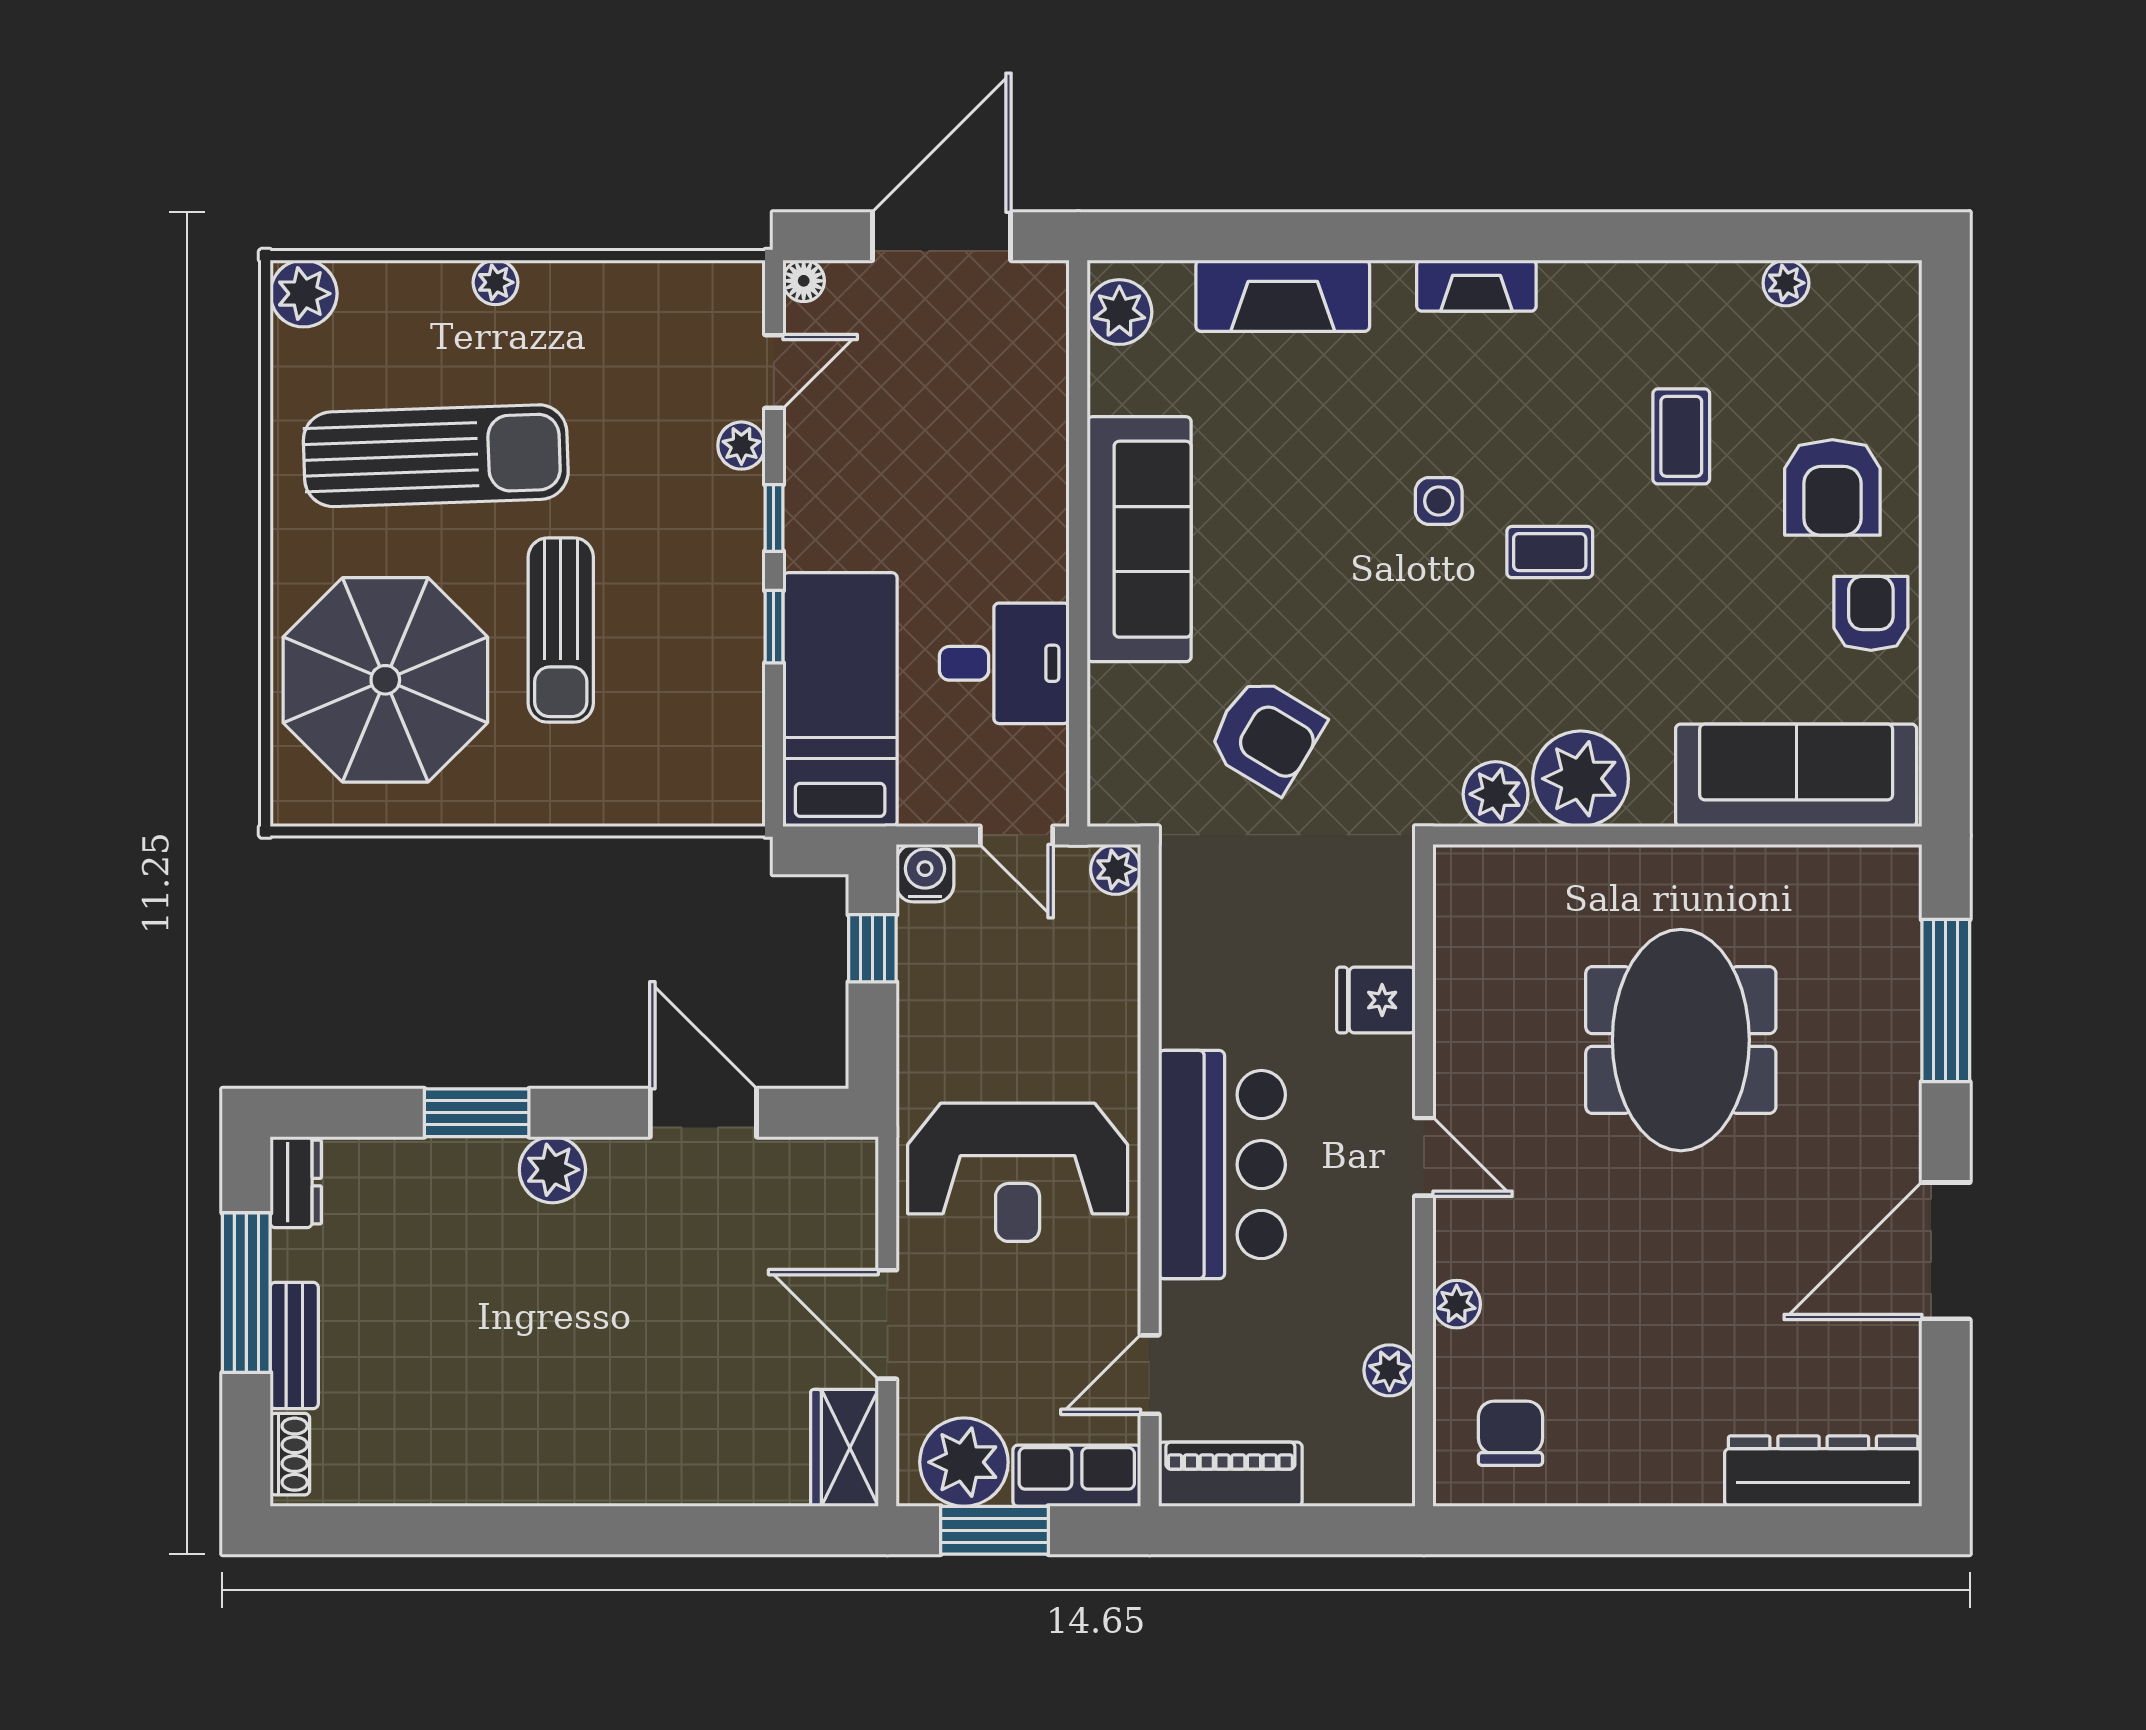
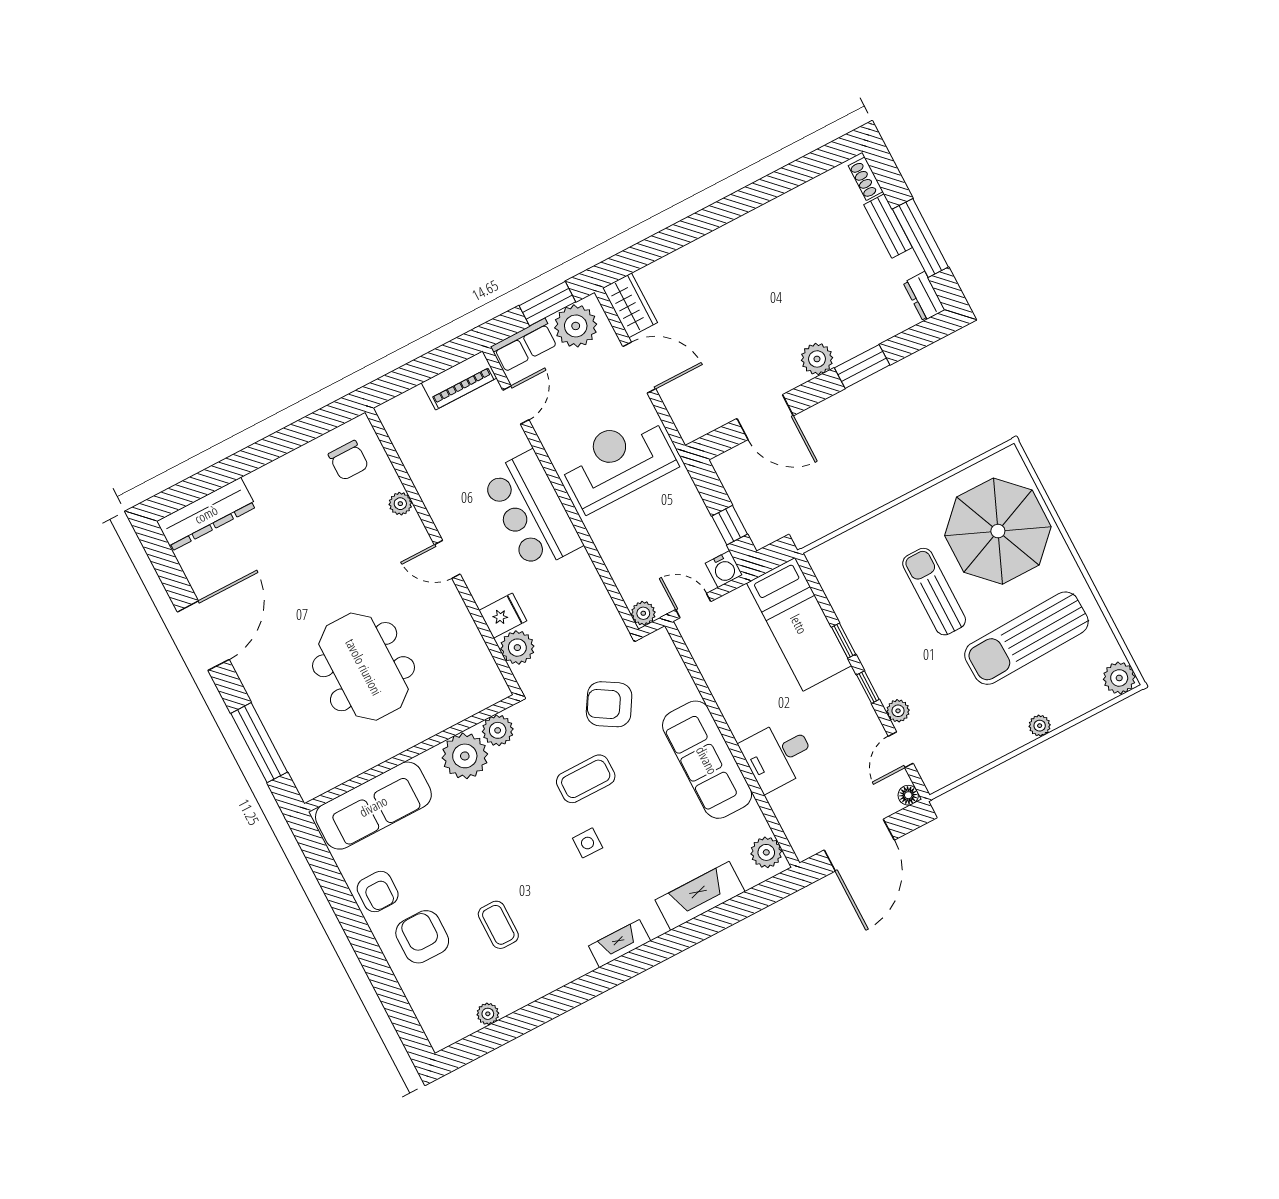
coffee table: (1550, 552) -> (586, 779), moved, width x1.36, depth x1.30
desk: (1004, 663) -> (778, 755), moved
plant: (1389, 1370) -> (517, 648), moved, width x1.38, depth x1.38

